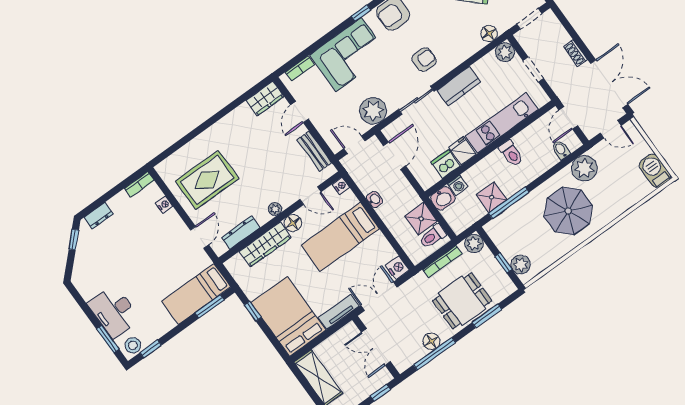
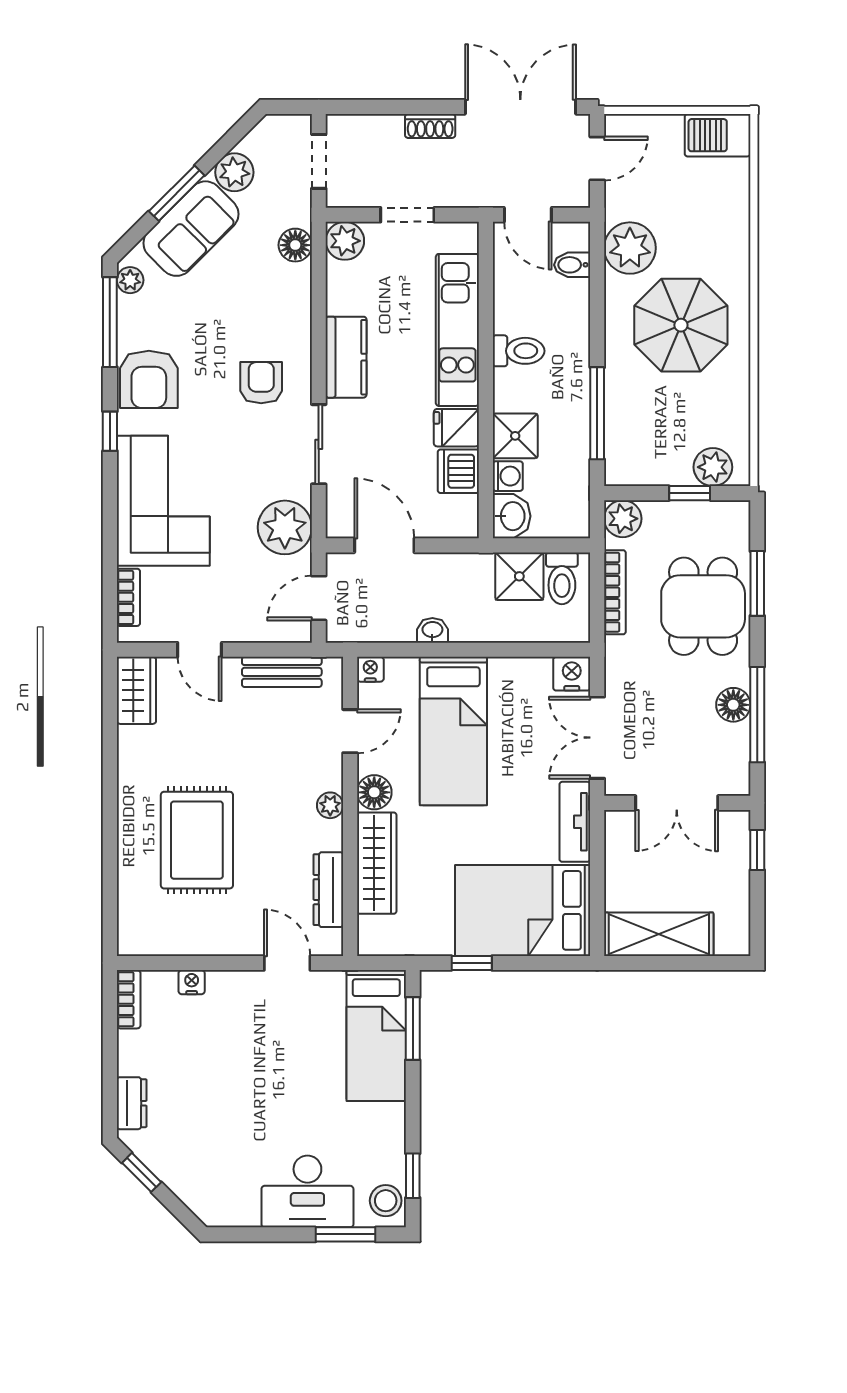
rug: (207, 180) -> (197, 840), moved
shower: (492, 197) -> (515, 436), moved

